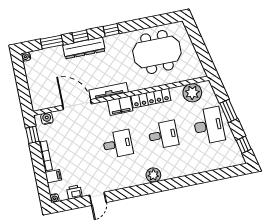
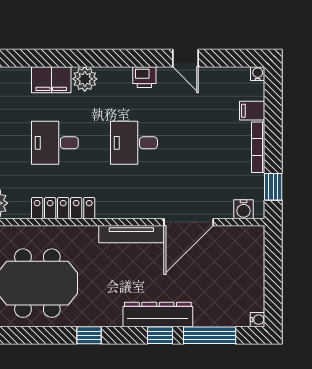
window: (111, 30) -> (89, 335), moved
window: (52, 42) -> (210, 335), width x1.44
door: (77, 105) -> (189, 222), hinge flipped
filing cabinet: (120, 106) -> (51, 80), moved, turned 180
printer: (74, 192) -> (144, 77), moved
door: (98, 199) -> (185, 58), swing flipped

